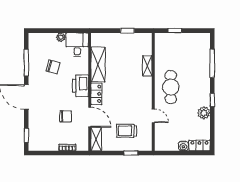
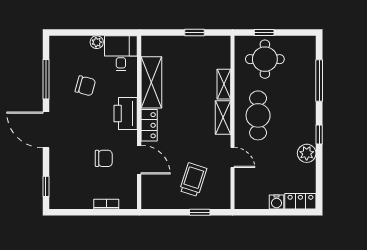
round table: (175, 49) -> (265, 59), added
trolley: (126, 131) -> (193, 180), turned 108
shelving: (96, 139) -> (223, 117), moved

